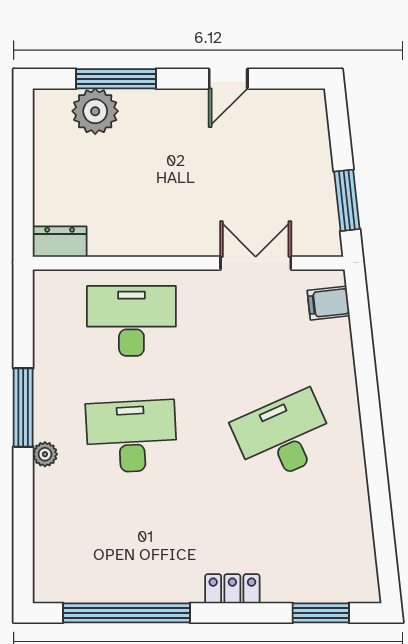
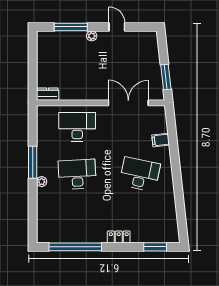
door: (228, 79) -> (117, 27), swing flipped
plant: (95, 111) -> (92, 36), moved, width x0.53, depth x0.53
double door: (256, 263) -> (128, 103), width x1.37
filing cabinet: (329, 303) -> (161, 140), moved
desk: (284, 436) -> (140, 174), turned 36

